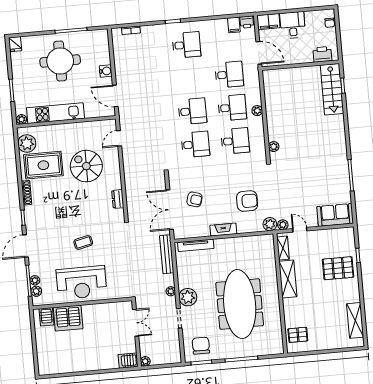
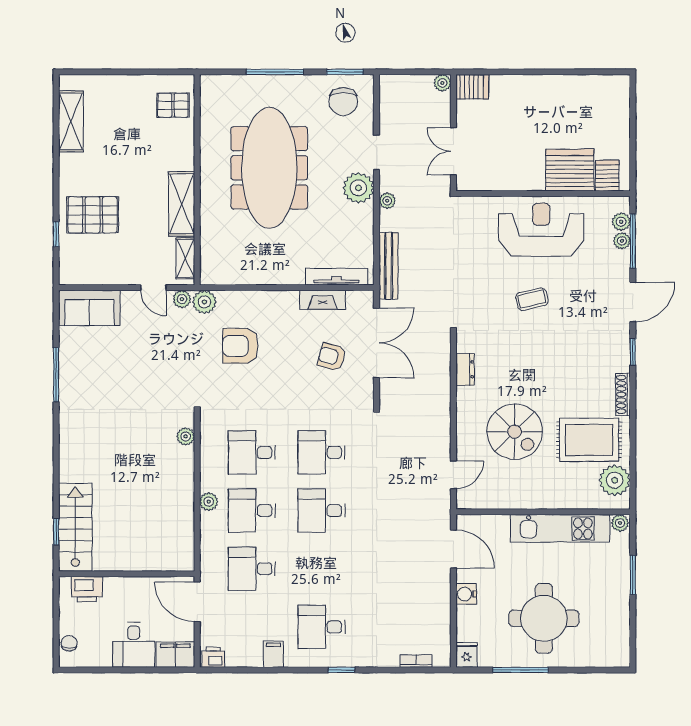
filing cabinet: (234, 25) -> (273, 654), moved
fridge: (15, 44) -> (466, 655), moved
fireplace: (223, 230) -> (323, 300), moved

